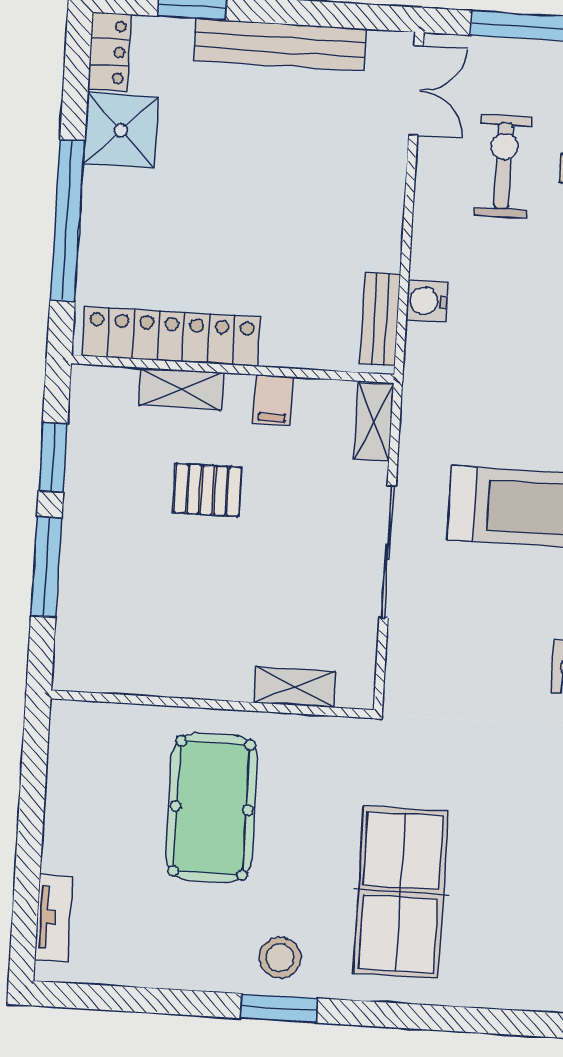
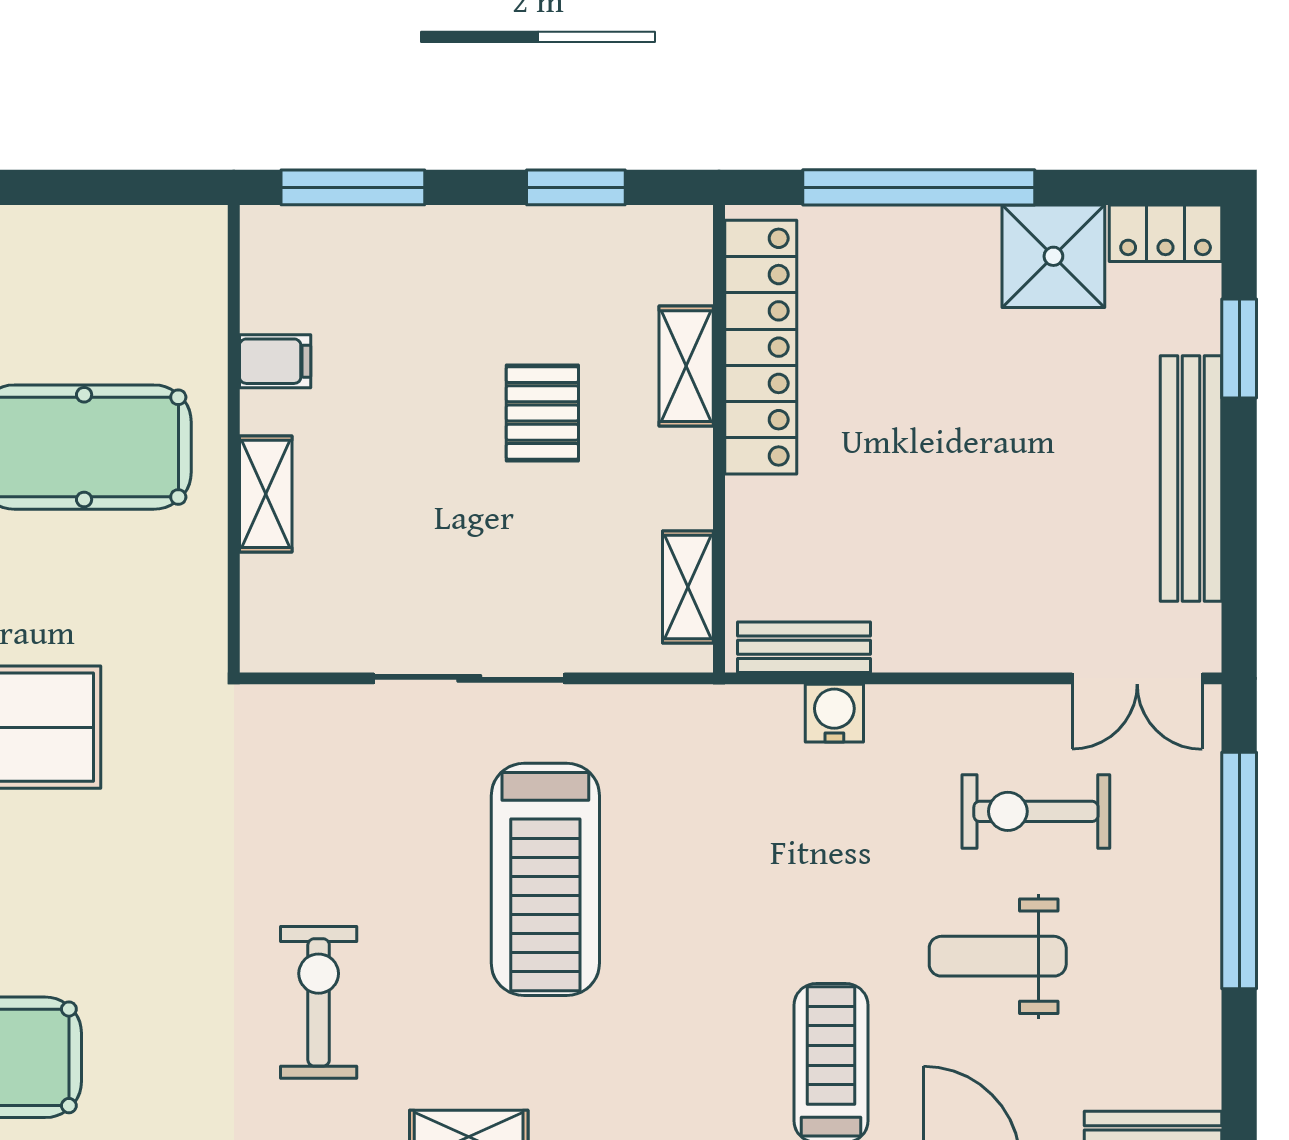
exercise bike: (503, 166) -> (1036, 811), turned 180
filing cabinet: (273, 400) -> (275, 361), moved, turned 180
shelving: (374, 422) -> (688, 587), moved, turned 90
window: (46, 567) -> (353, 187), moved
shelving: (295, 687) -> (266, 494), moved

